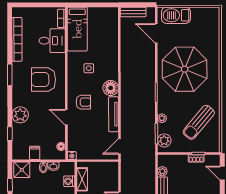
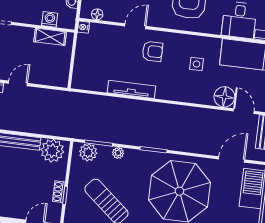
floor lamp: (111, 88) -> (224, 97), moved
armchair: (83, 102) -> (152, 51), turned -90
door: (119, 146) -> (244, 111), moved
plant: (162, 171) -> (52, 151), width x1.88, depth x1.88

